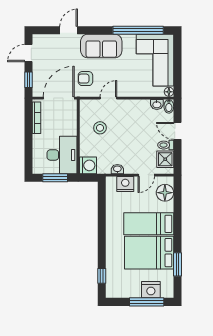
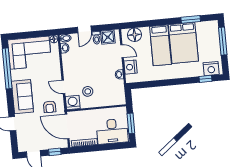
desk: (62, 155) -> (112, 131), moved, turned 180
washing machine: (88, 165) -> (73, 102), moved
nightstand: (151, 290) -> (211, 69), moved, turned 90

